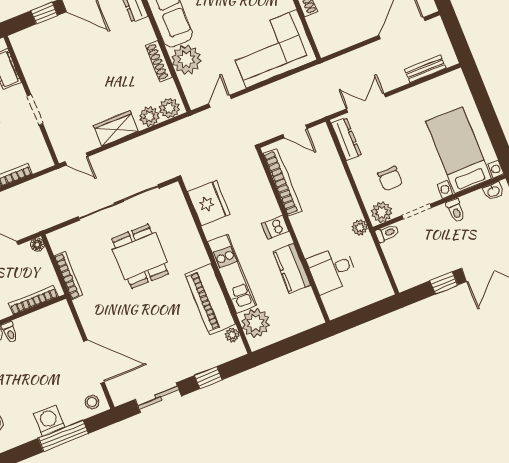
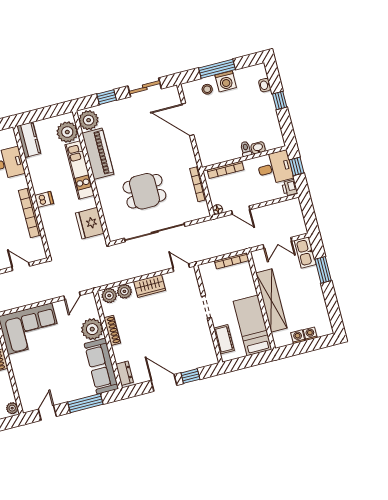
bookcase: (282, 182) -> (30, 213), moved
dining table: (140, 256) -> (144, 191), turned 90
kitchen counter: (292, 268) -> (29, 140), moved
plant: (232, 335) -> (89, 120), width x1.88, depth x1.88
stool: (92, 402) -> (207, 89), moved

